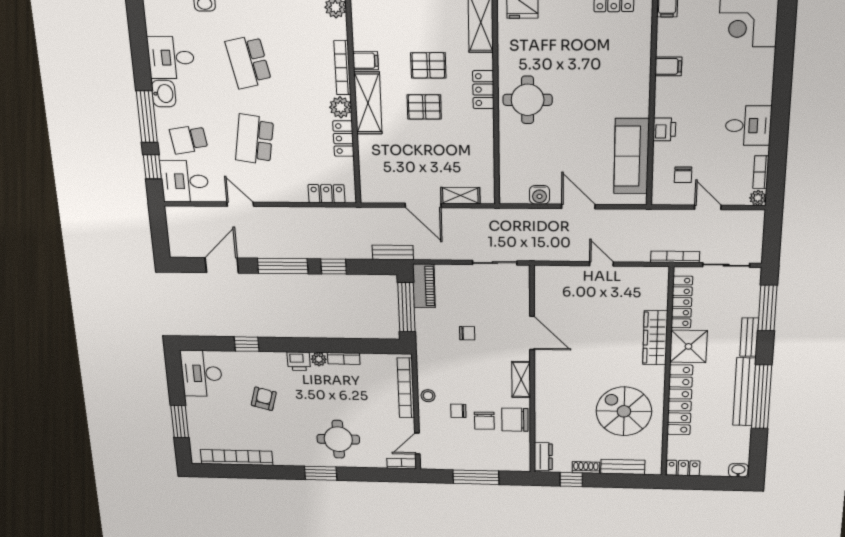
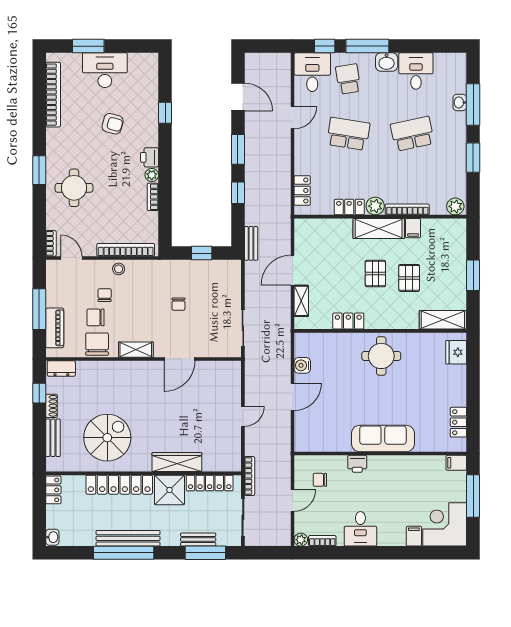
filing cabinet: (668, 66) -> (414, 536), moved, turned 180
locker: (483, 90) -> (348, 321), moved
sofa: (631, 156) -> (383, 439), moved
window: (283, 266) -> (238, 149), width x0.69
piano: (424, 286) -> (55, 328), moved, turned -90
window: (406, 307) -> (202, 253), width x0.46
bench: (749, 337) -> (198, 540), moved
desk: (202, 373) -> (105, 70), moved

